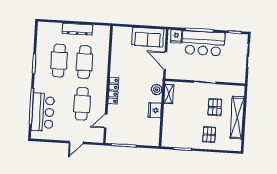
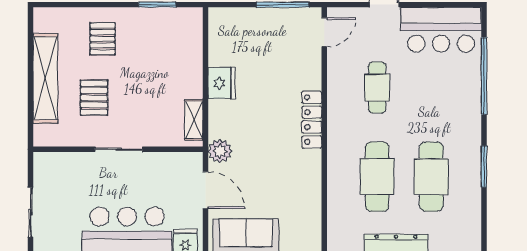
plant: (157, 90) -> (220, 151), moved
cafe table: (82, 104) -> (377, 88), width x0.73, depth x0.74
bar counter: (43, 112) -> (441, 30), moved, turned -90
door: (106, 121) -> (324, 32), moved

